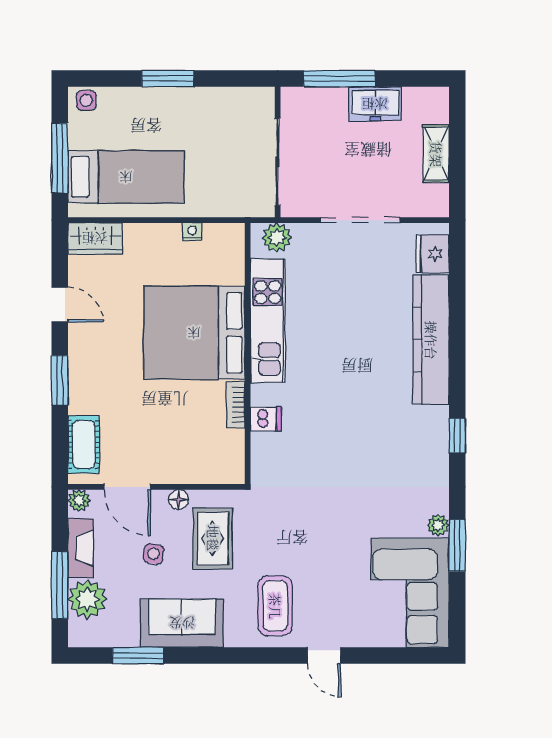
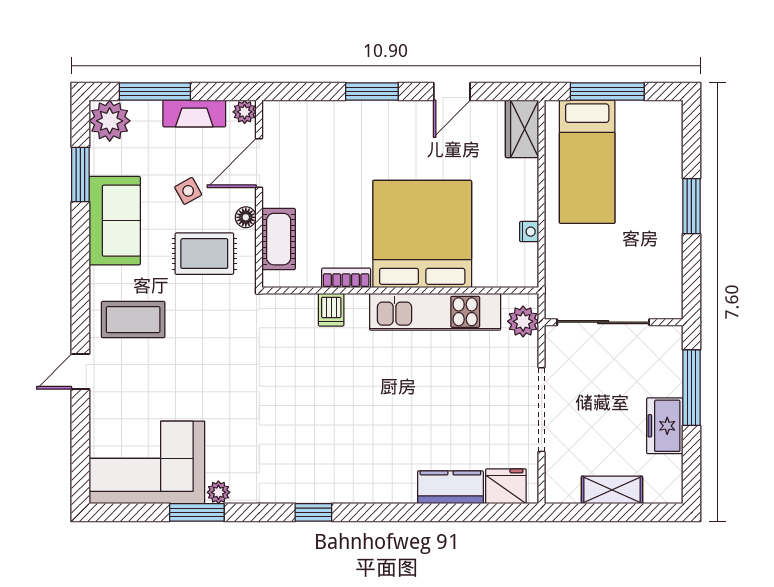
side table: (86, 100) -> (668, 120), removed
kitchen counter: (431, 340) -> (450, 487), width x0.48, depth x0.86
cot: (84, 445) -> (279, 239), moved, turned 90
side table: (154, 554) -> (188, 191), turned -38
plant: (87, 599) -> (110, 121), moved

